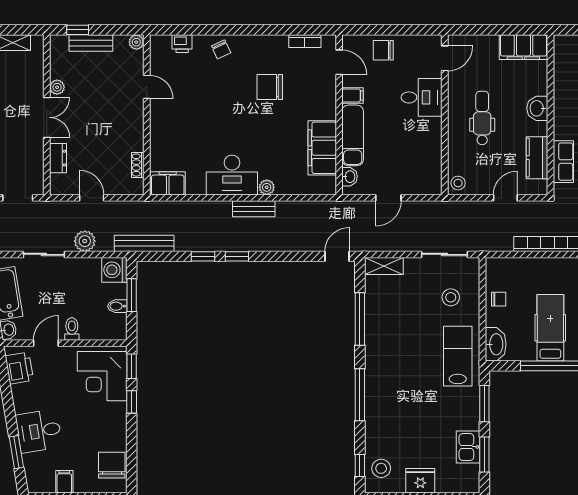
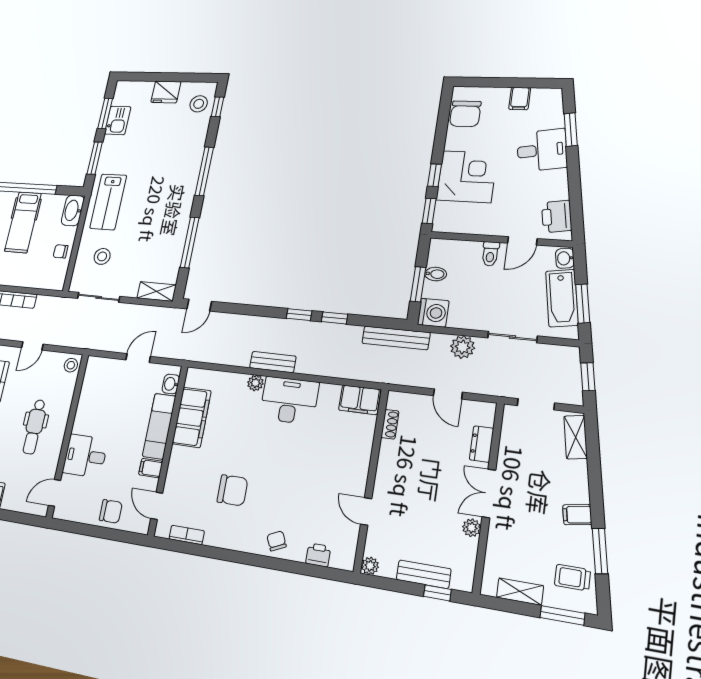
corner desk: (102, 376) -> (467, 177), moved

